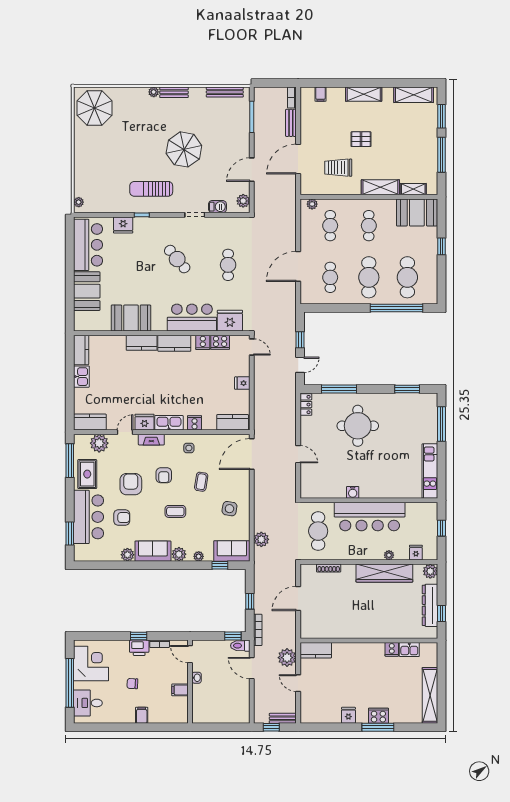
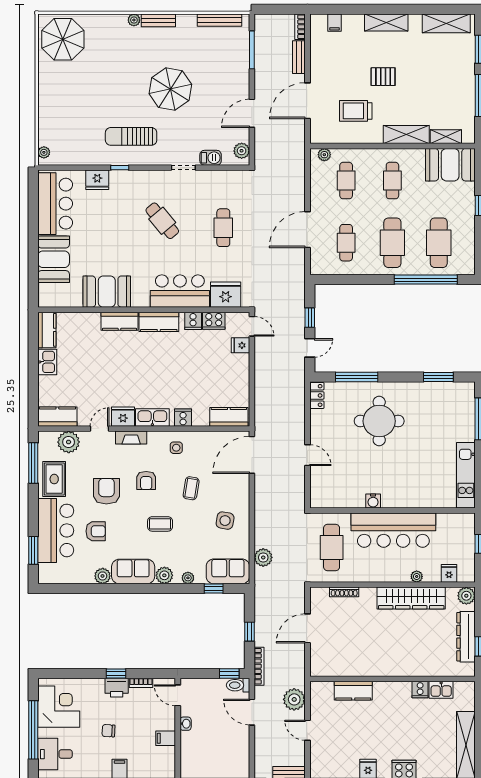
fridge: (242, 383) -> (240, 345), moved
kitchen counter: (316, 650) -> (353, 691), moved

